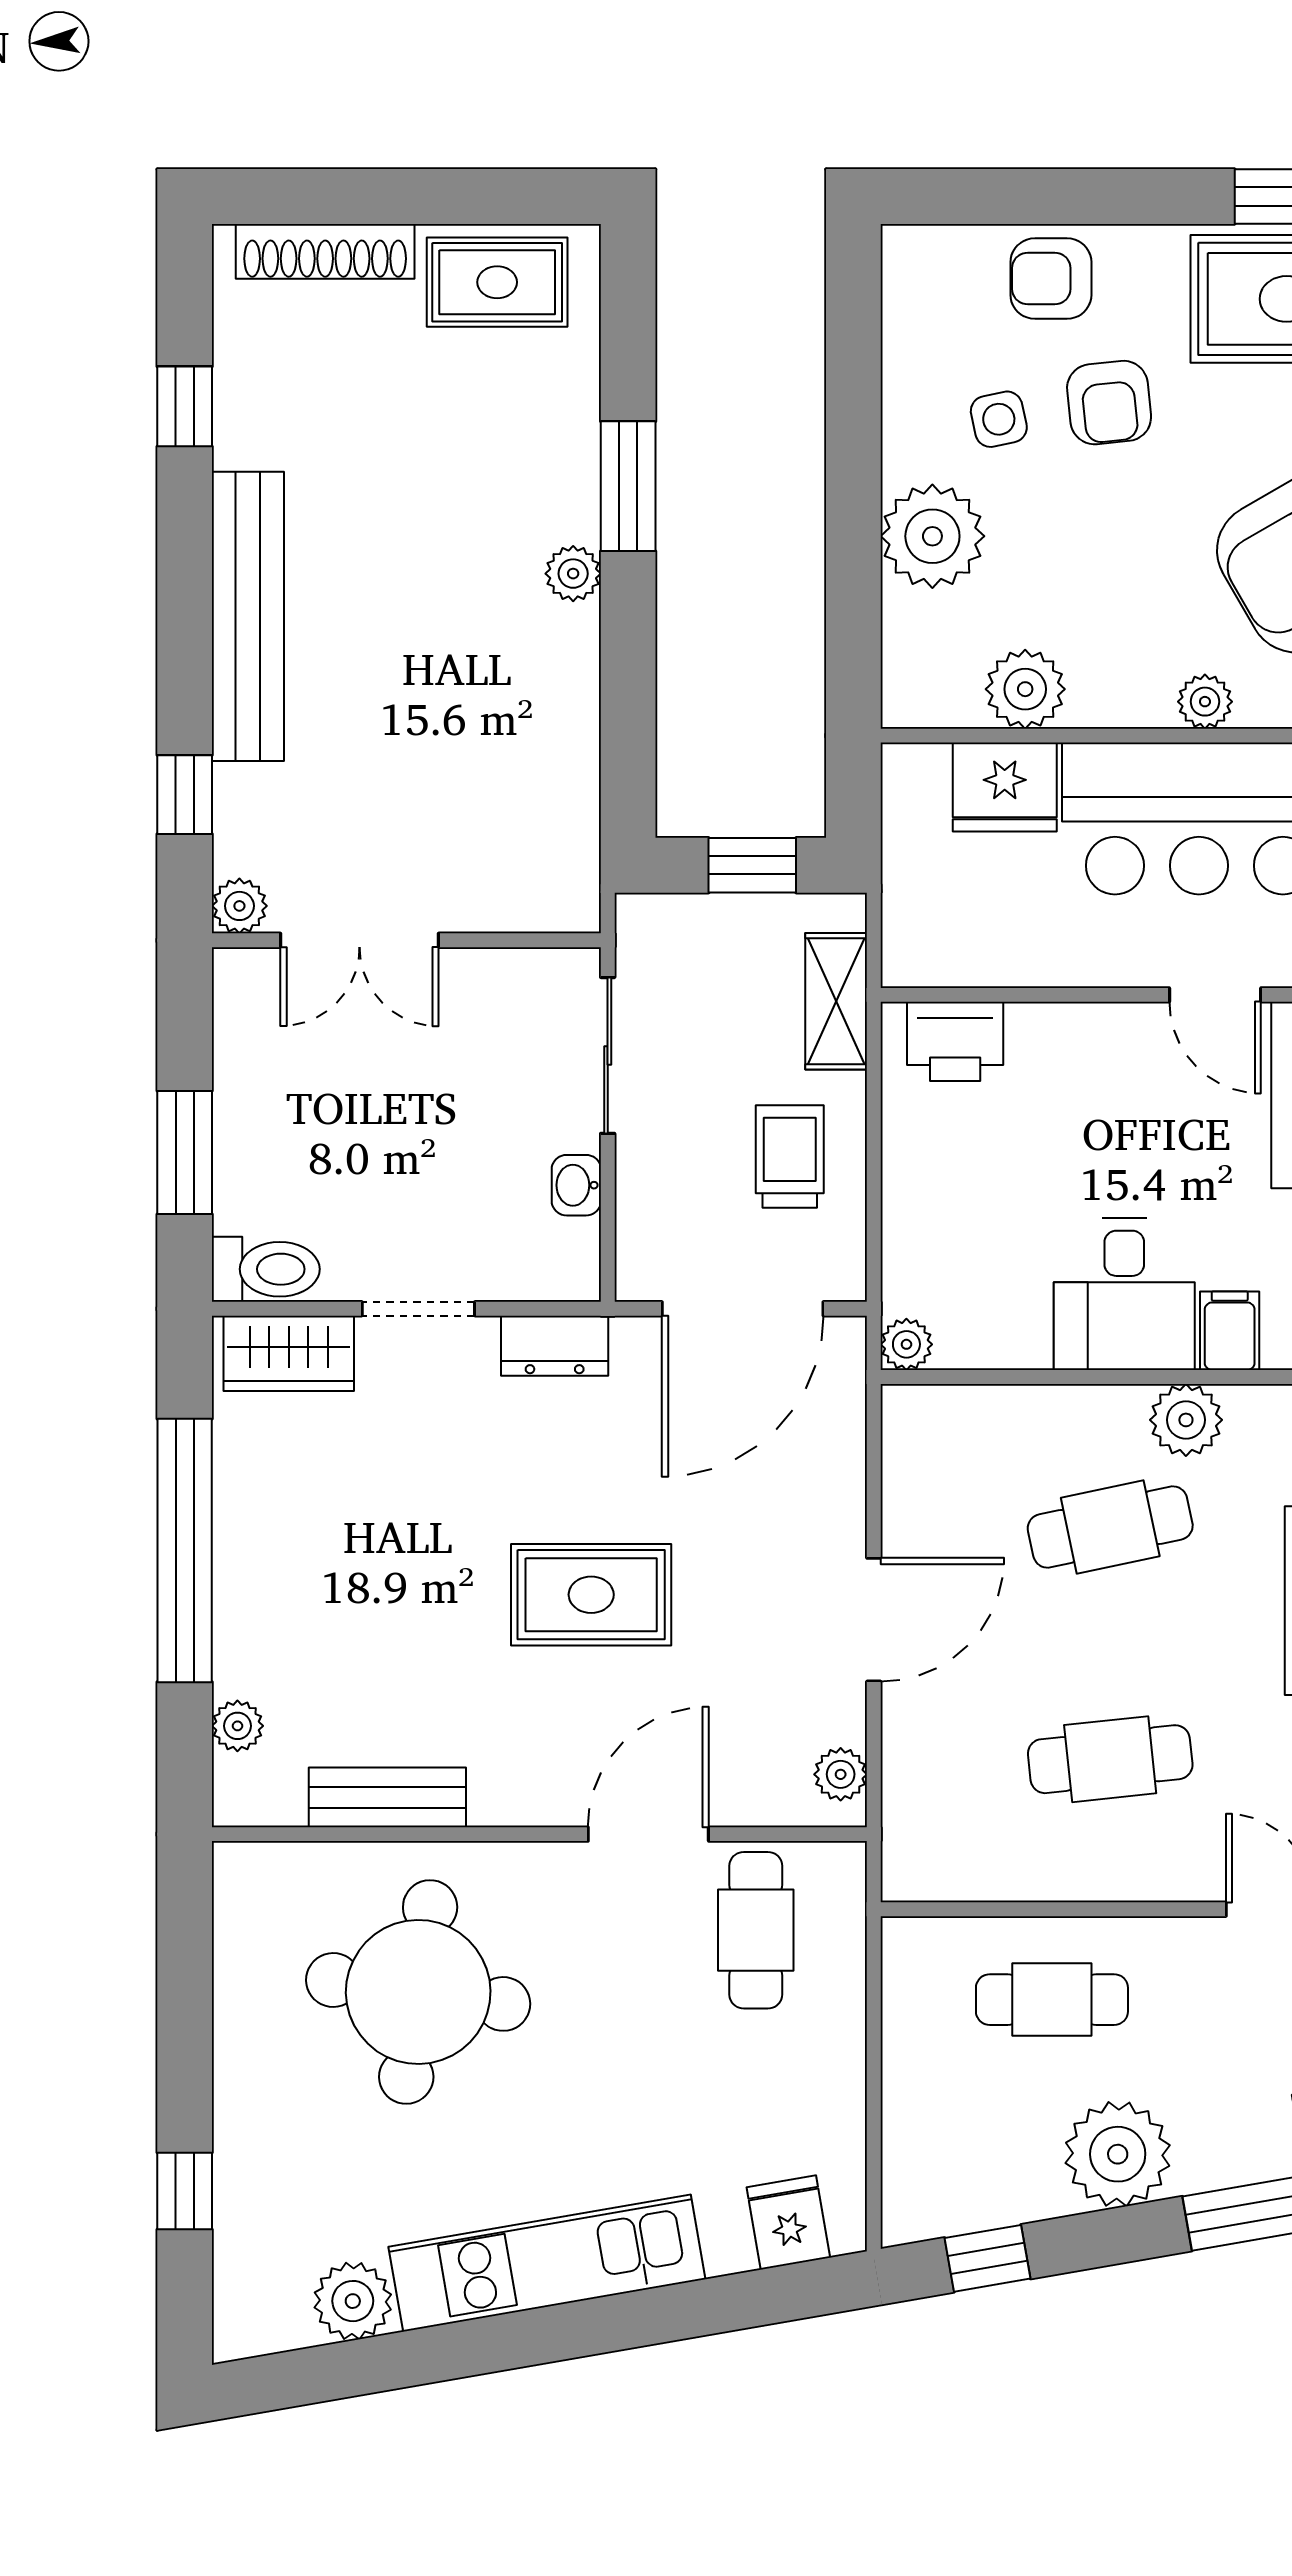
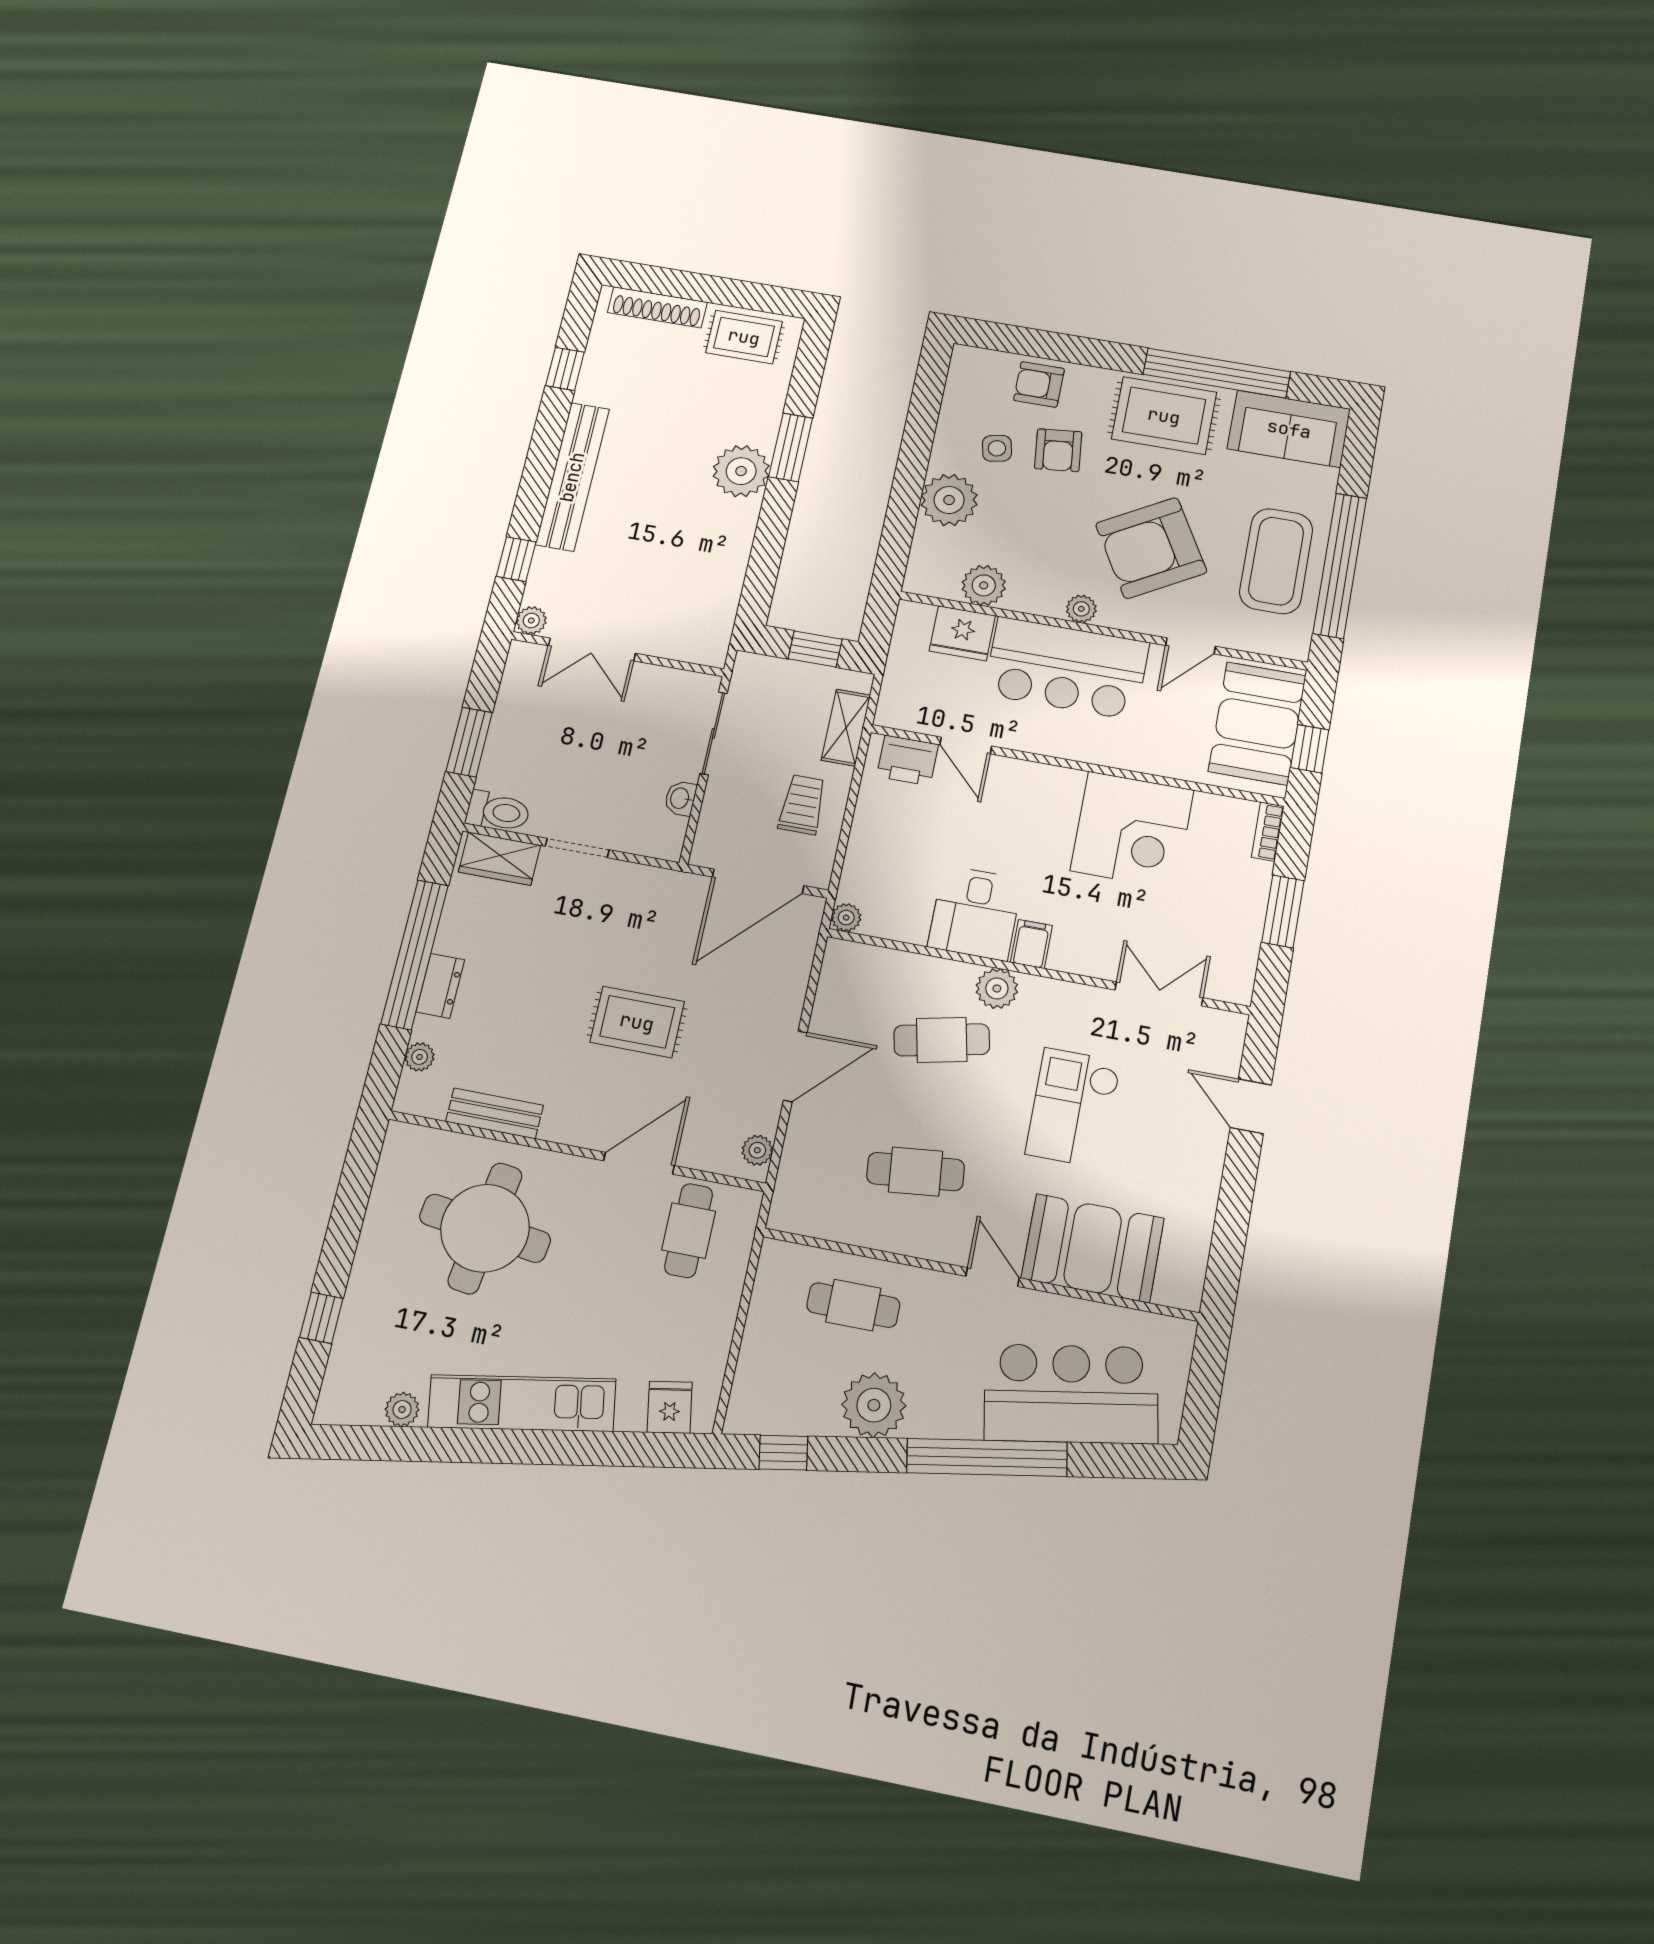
plant: (573, 574) -> (741, 471), width x1.88, depth x1.88
door: (1215, 995) -> (966, 745), moved
dresser: (555, 1346) -> (440, 986), moved, turned -90
plant: (353, 2301) -> (402, 1409), width x0.73, depth x0.73

